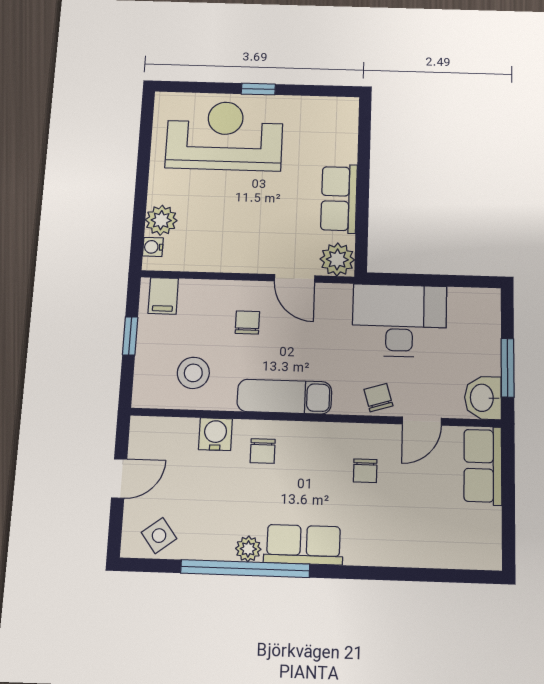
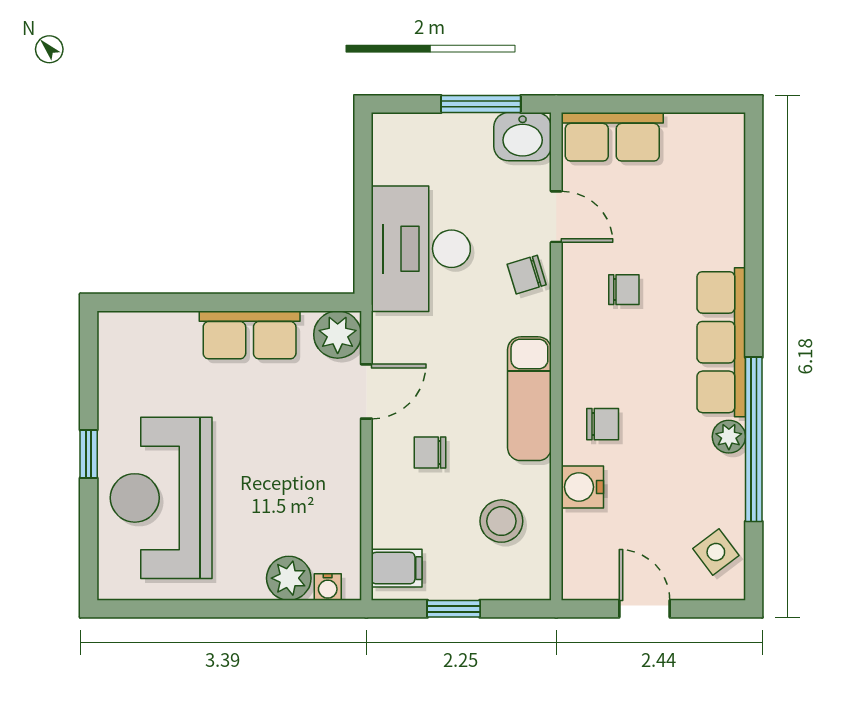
row of seats: (303, 545) -> (721, 342), width x1.48

